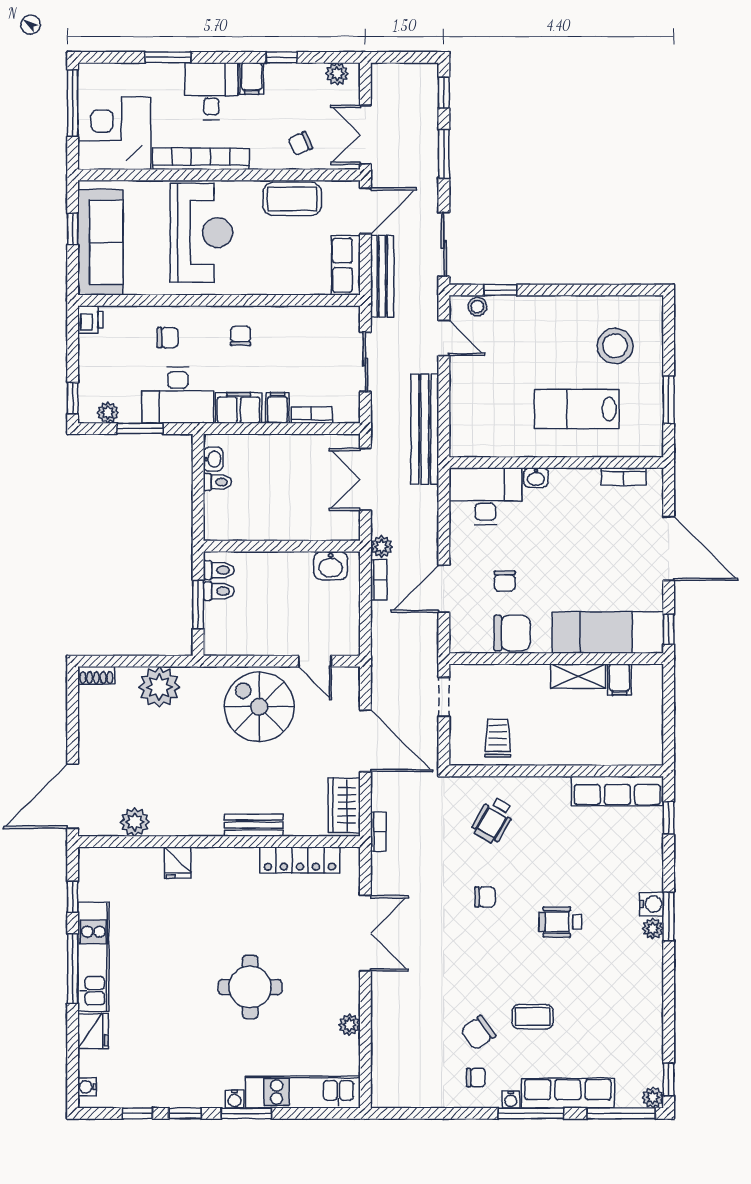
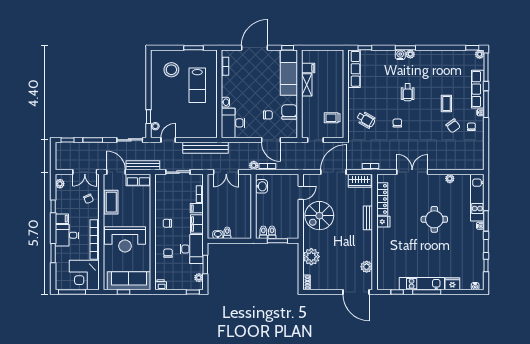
reception desk: (201, 233) -> (125, 239), turned 180
fridge: (178, 863) -> (383, 222), moved

